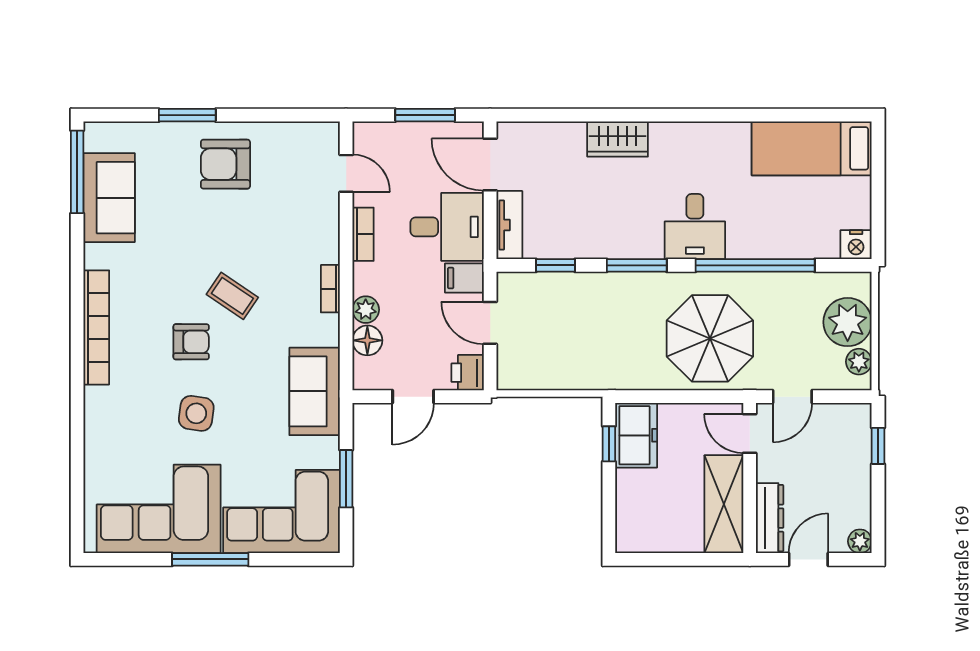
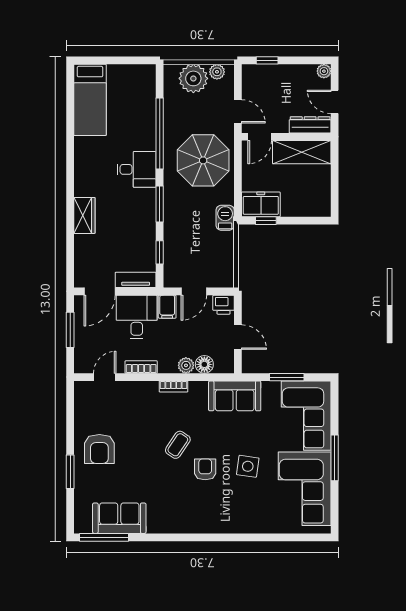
nightstand: (856, 245) -> (147, 73), removed
bookcase: (96, 327) -> (197, 526), removed
barbecue: (614, 375) -> (225, 218), added

